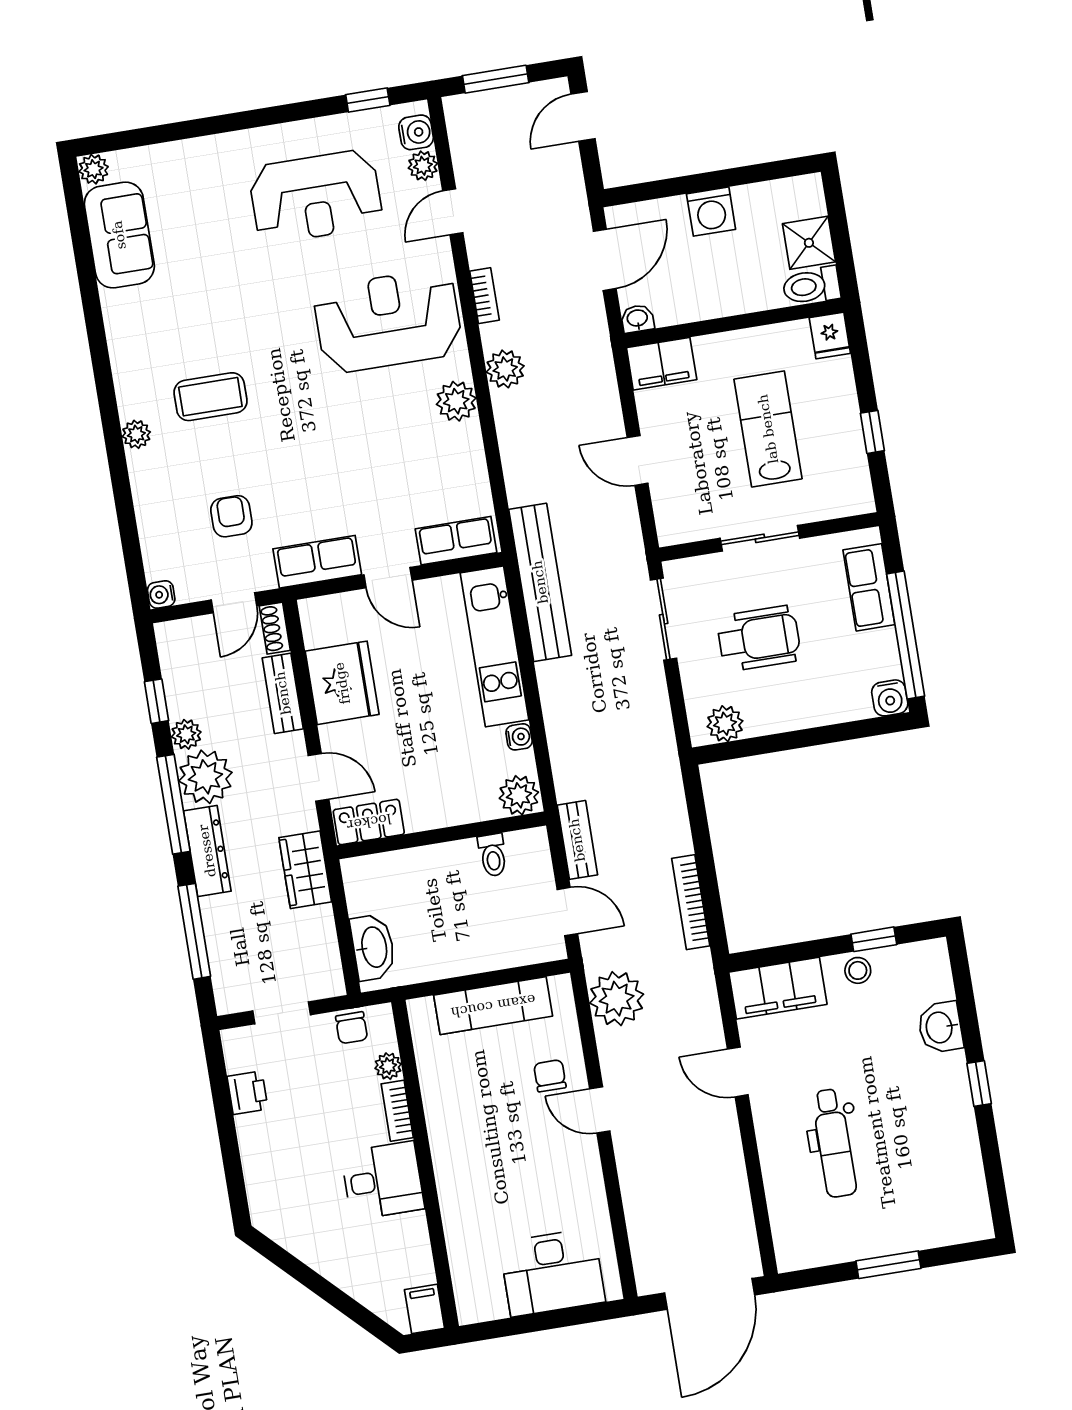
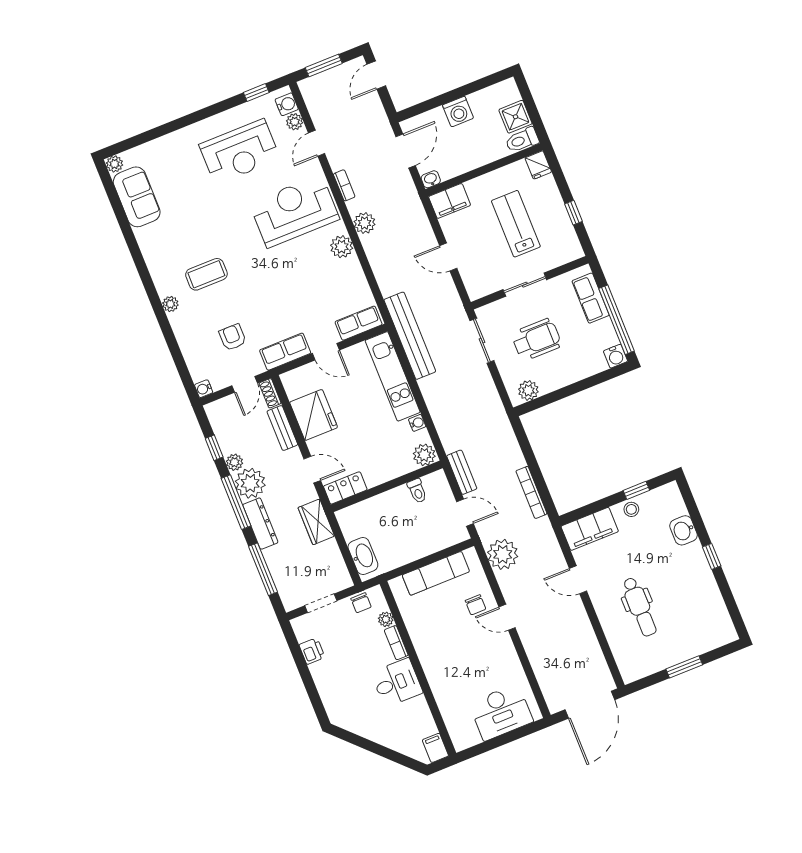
chair: (550, 1076) -> (476, 605), turned 180

